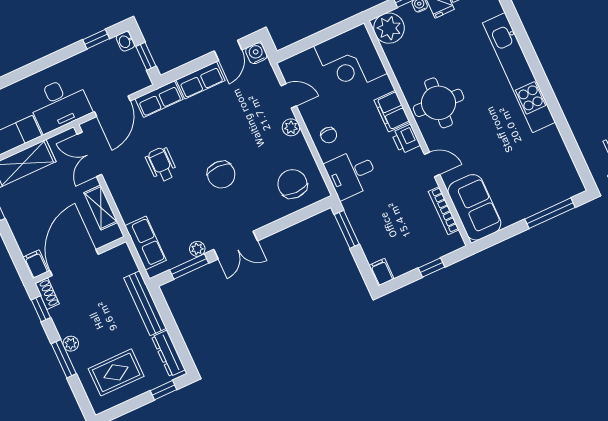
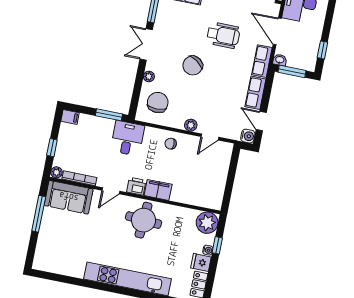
washbasin: (125, 41) -> (280, 60), moved
window: (146, 56) -> (292, 71), width x1.50
corner desk: (351, 60) -> (205, 188), removed
wheelchair: (161, 165) -> (223, 35), width x1.36, depth x1.37
desk: (351, 174) -> (127, 138), moved
chair: (221, 175) -> (193, 65), turned -56
chair: (292, 184) -> (158, 102), turned -90
window: (550, 213) -> (39, 214), moved
plant: (456, 242) -> (56, 172), added
plant: (197, 249) -> (149, 76), moved

